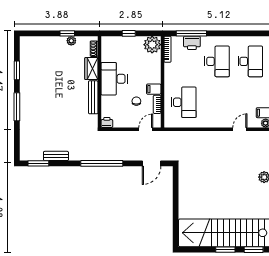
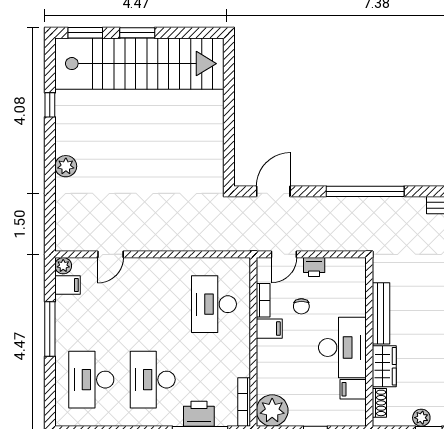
filing cabinet: (108, 56) -> (353, 389), added
printer: (107, 122) -> (314, 267), moved

